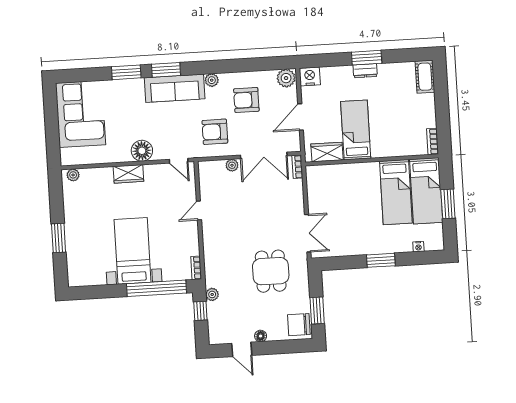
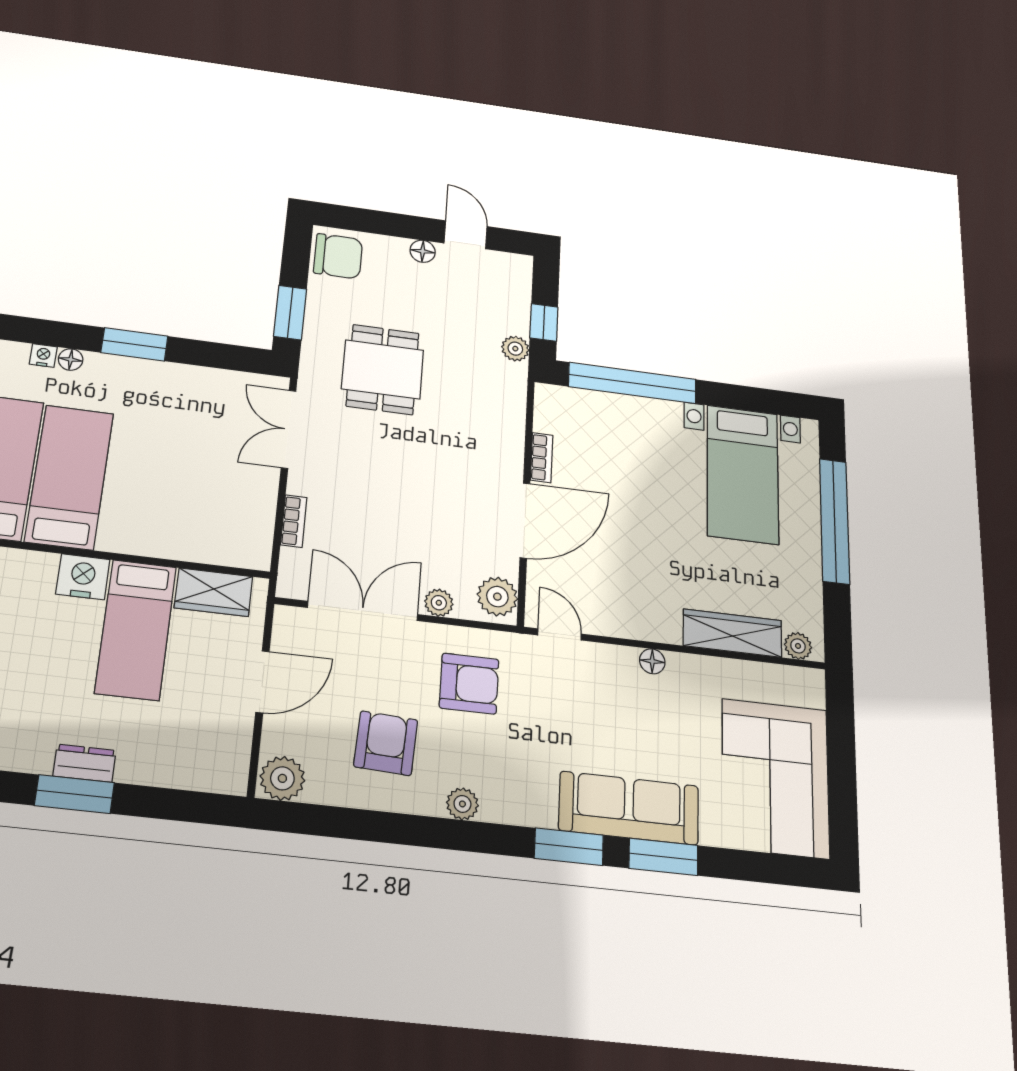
nightstand: (310, 76) -> (83, 577), moved, turned 180
sofa: (175, 88) -> (629, 808), moved
armchair: (246, 100) -> (386, 743), turned -87
floor lamp: (142, 151) -> (652, 661), width x0.53, depth x0.53
bookcase: (297, 167) -> (294, 521), moved
plant: (207, 173) -> (497, 597), added
wardrobe: (128, 174) -> (732, 633), moved, width x1.50
door: (199, 211) -> (525, 520), width x1.87
window: (59, 238) -> (835, 521), width x2.11
floor lamp: (407, 247) -> (71, 359), added
bed with nightstands: (133, 251) -> (743, 474), moved
bookcase: (196, 268) -> (542, 458), moved
window: (317, 310) -> (290, 313), moved

